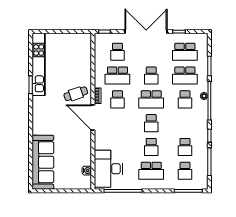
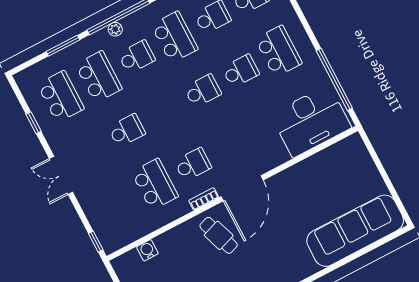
double door: (146, 32) -> (61, 175), width x0.54
school desk: (117, 52) -> (117, 204), removed
school desk: (151, 99) -> (175, 37), moved
water cooler: (87, 171) -> (147, 250), moved

